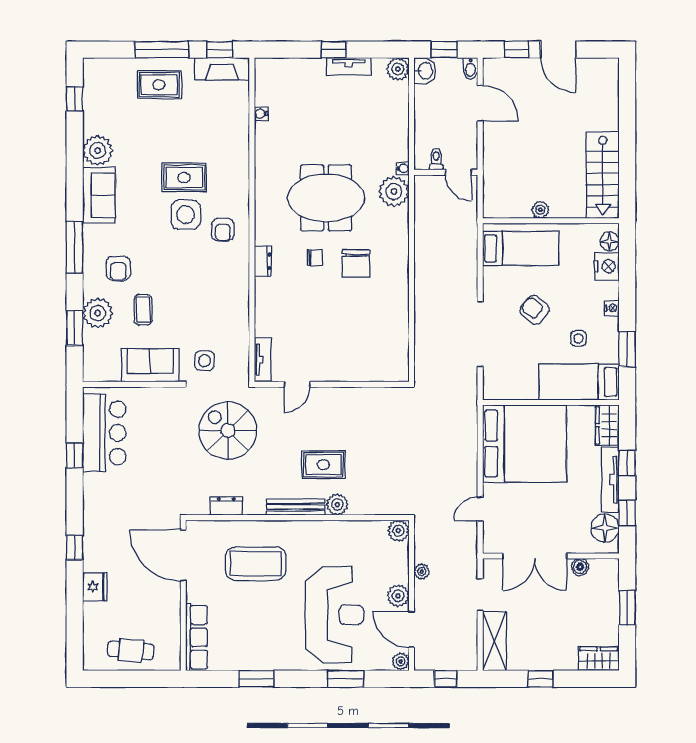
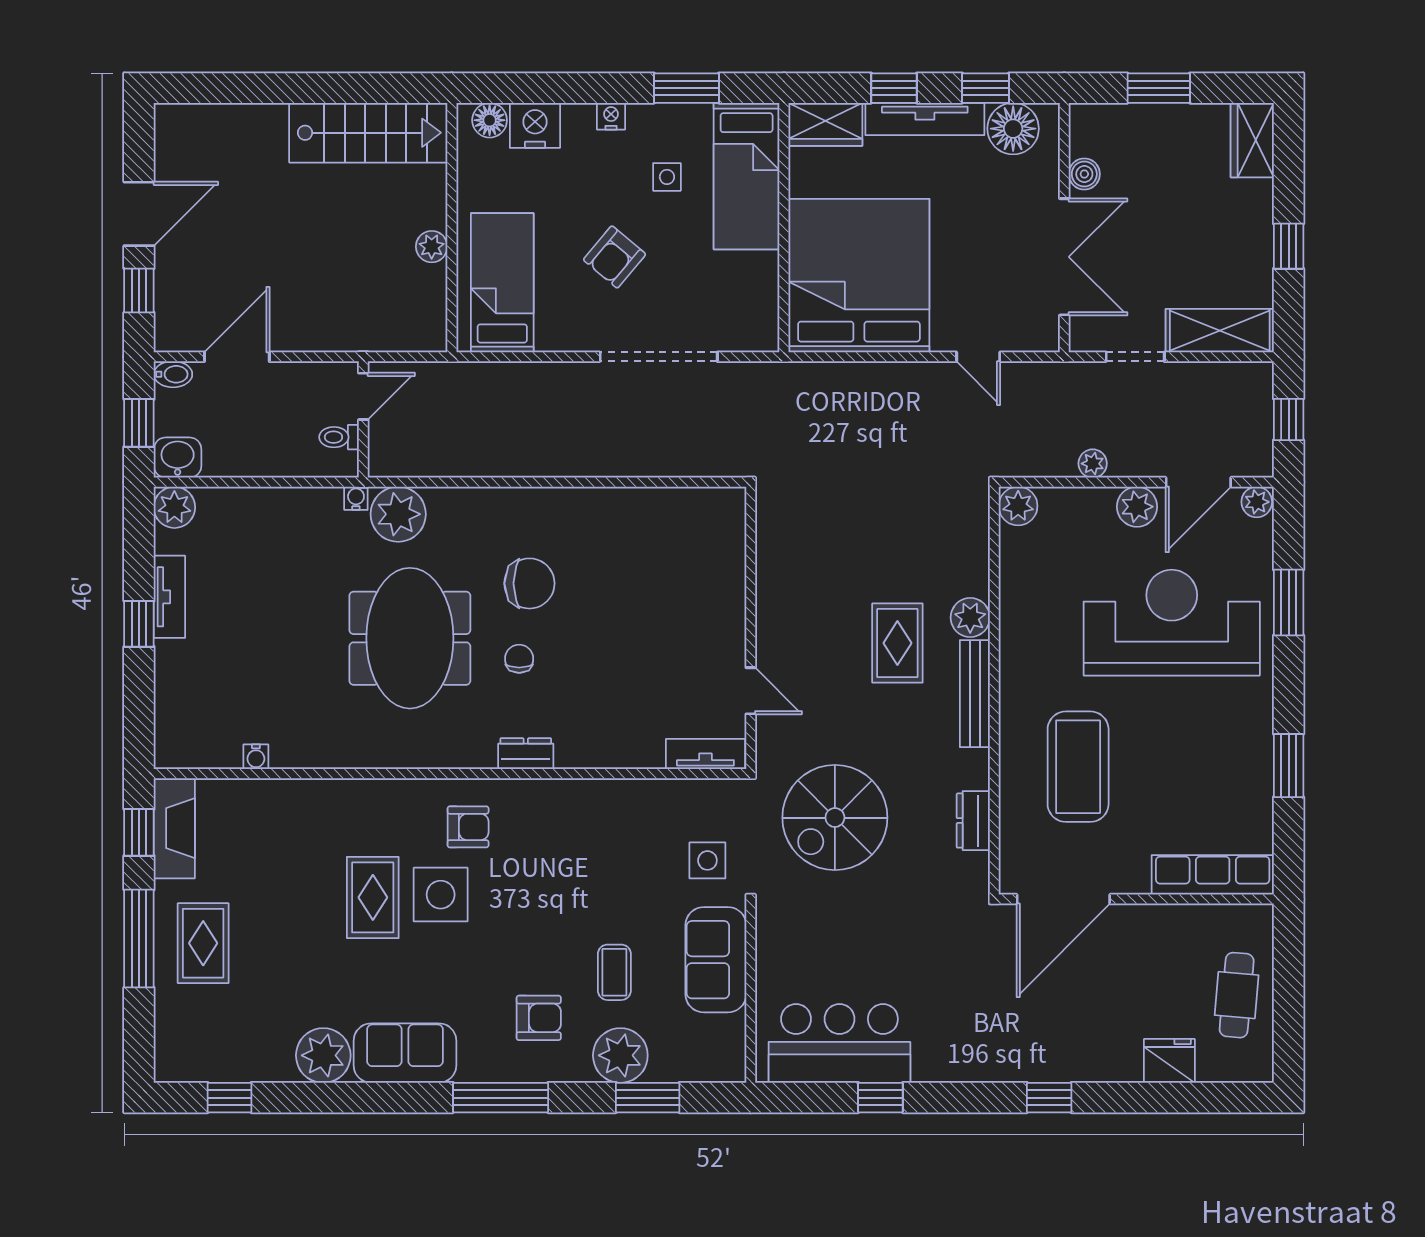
coffee table: (143, 310) -> (614, 972), turned 90
fridge: (95, 587) -> (1169, 1061), moved

